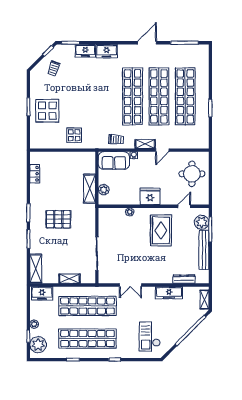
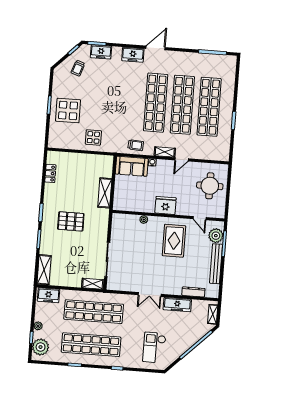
door: (147, 43) -> (156, 48), moved
freezer: (85, 51) -> (101, 52), moved
plant: (104, 190) -> (119, 195), removed
door: (184, 206) -> (200, 218), swing flipped
shelving: (69, 279) -> (93, 284), moved
double door: (130, 285) -> (150, 295), moved

